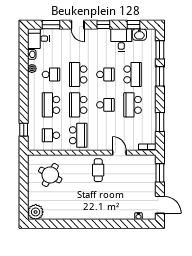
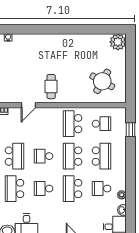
school desk: (78, 74) -> (72, 189), turned 180
school desk: (78, 105) -> (72, 156), turned 180
door: (119, 153) -> (29, 105), hinge flipped

